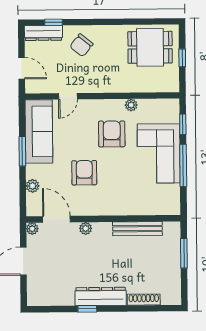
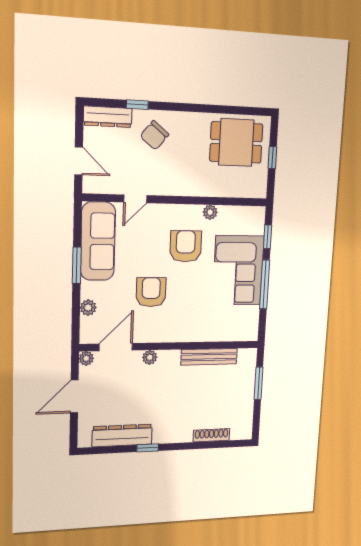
window: (53, 22) -> (137, 105), moved
door: (56, 219) -> (116, 347), hinge flipped
dresser: (101, 296) -> (122, 435), moved

